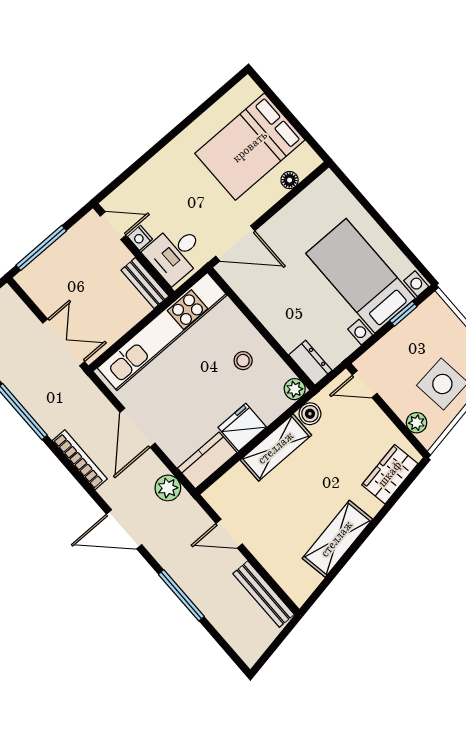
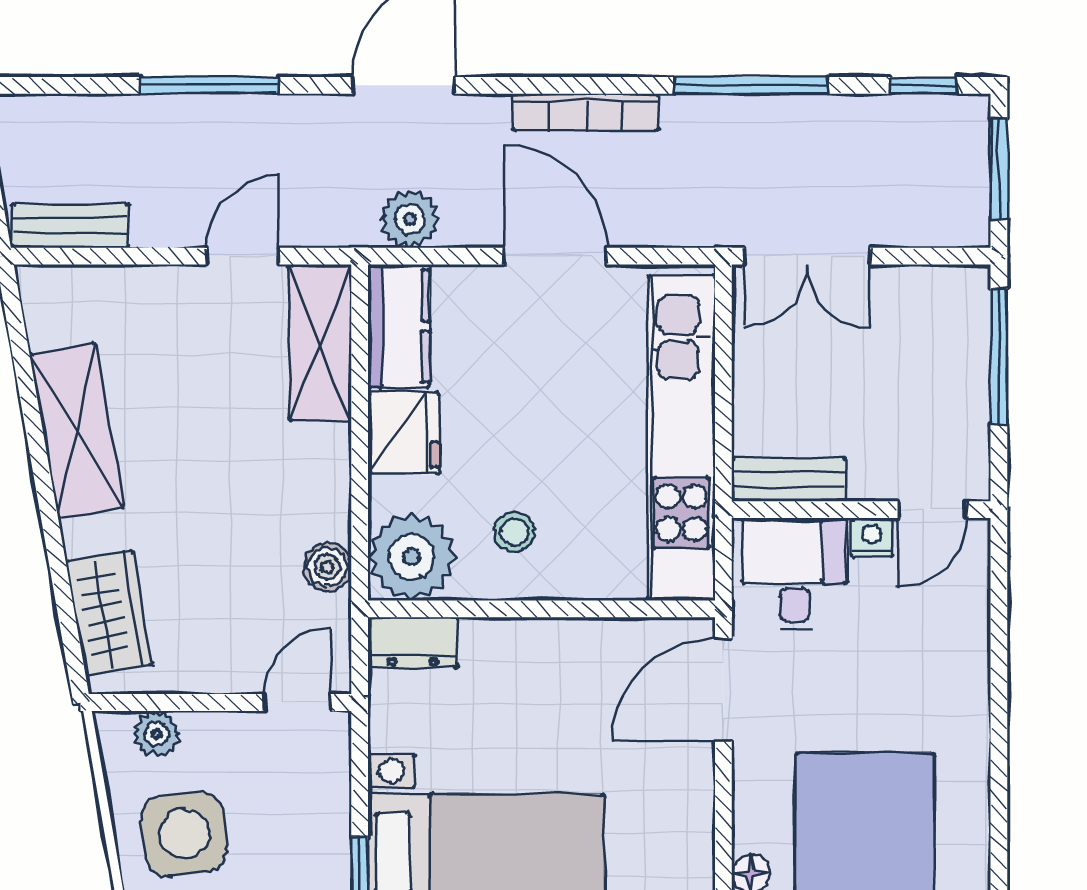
plant: (295, 389) -> (412, 557), width x1.87, depth x1.87
shelving: (276, 448) -> (320, 343), moved
bench: (264, 594) -> (70, 226), width x0.73

